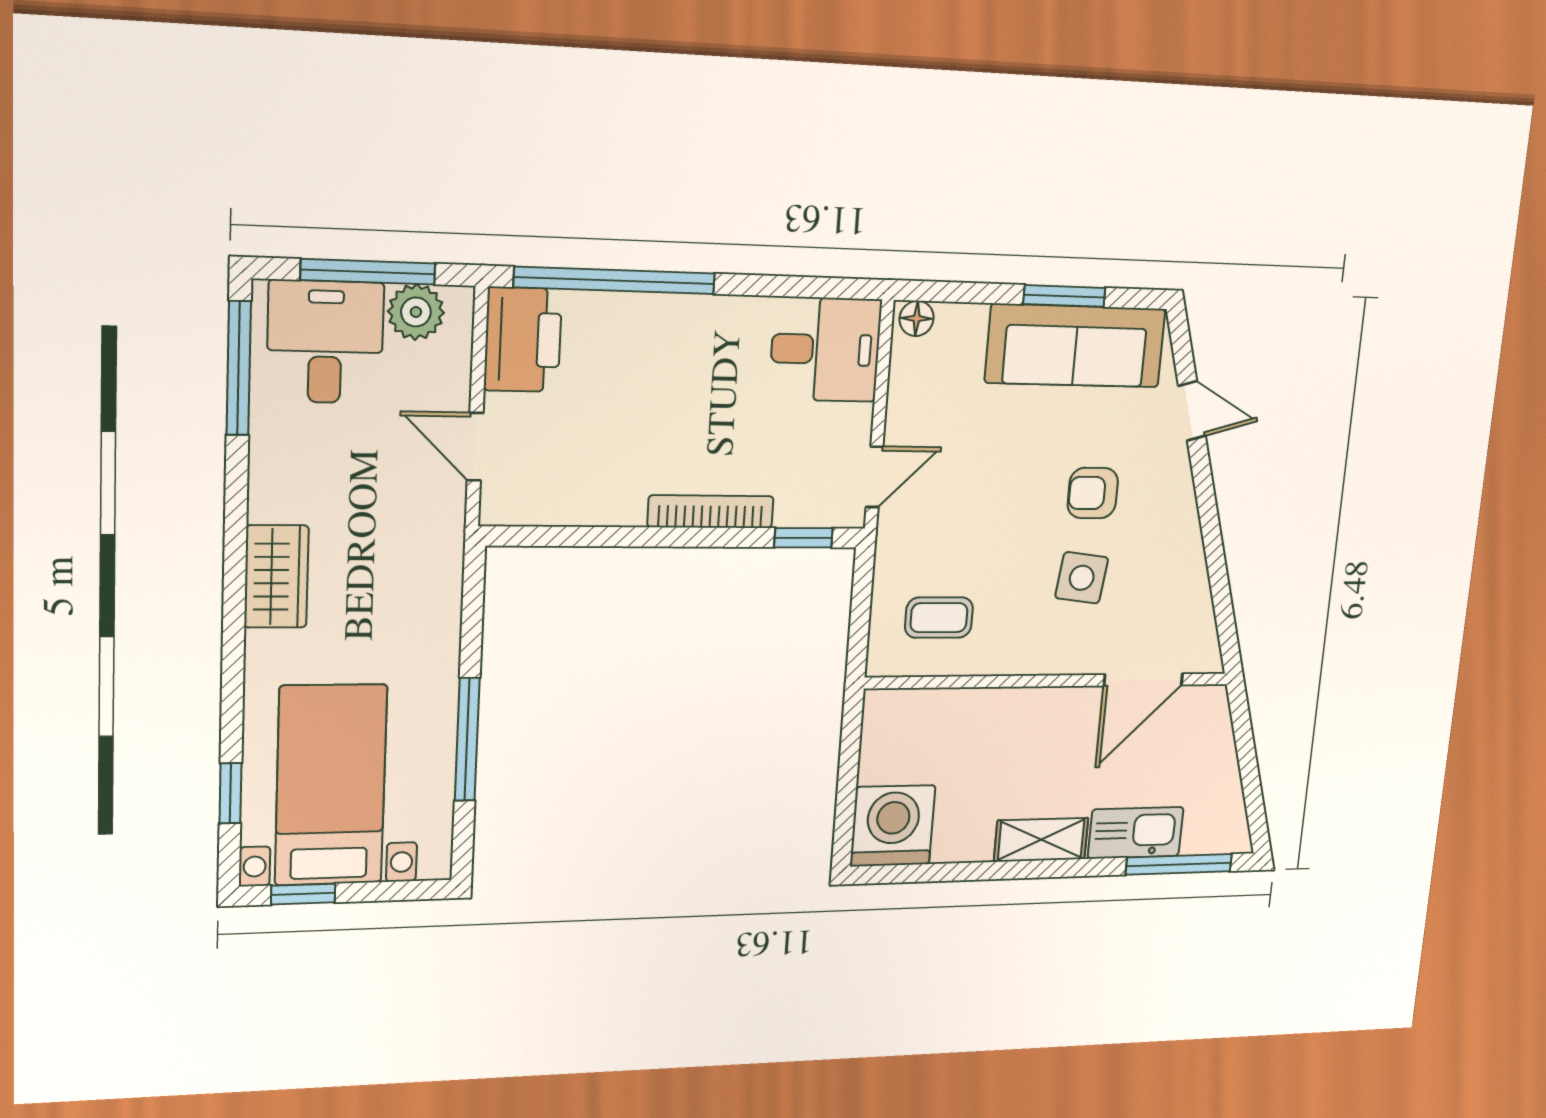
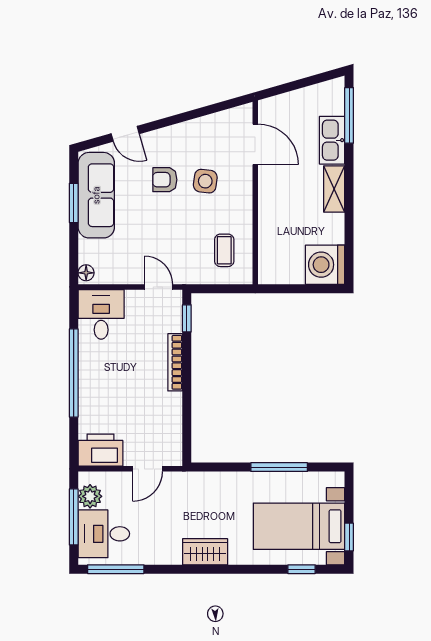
window: (615, 280) -> (74, 373), moved
door: (1192, 411) -> (125, 134), swing flipped
armchair: (1093, 493) -> (165, 180), turned 90

